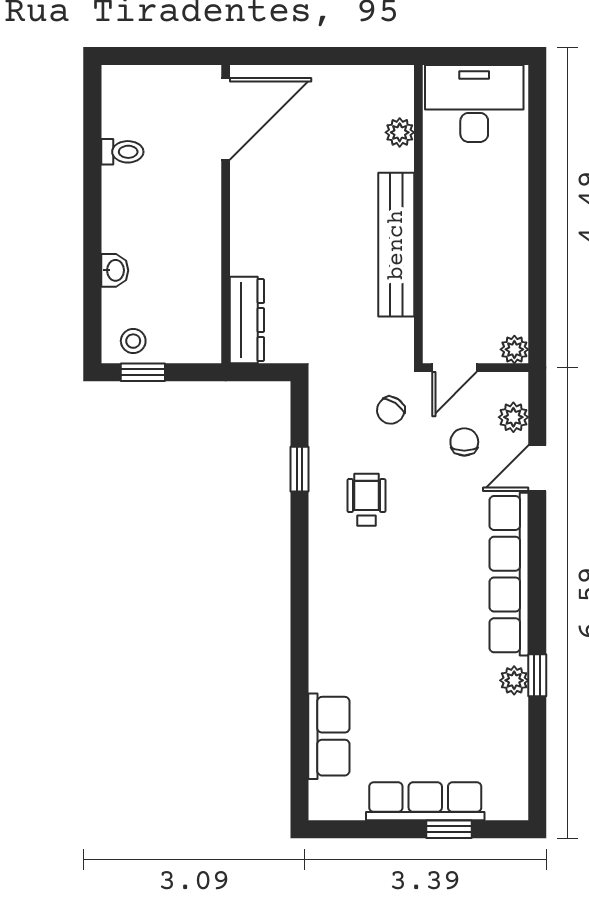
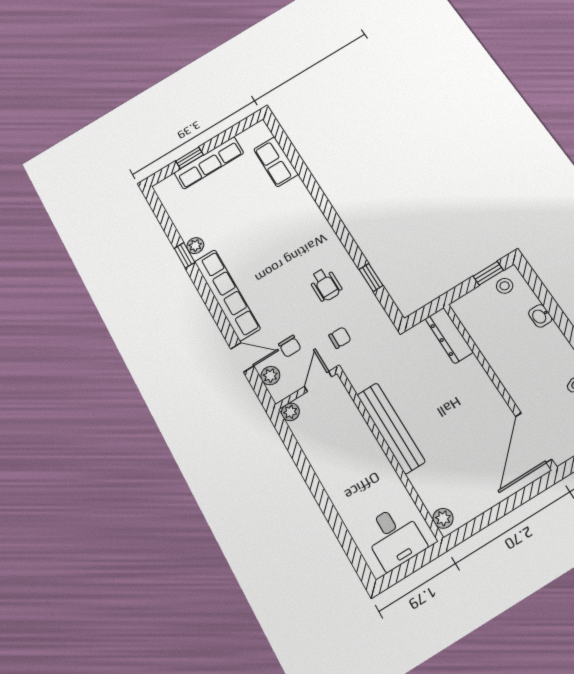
desk: (474, 104) -> (394, 537), width x0.73
plant: (400, 132) -> (443, 518), moved
chair: (391, 410) -> (340, 338), turned 57
door: (537, 468) -> (242, 357), hinge flipped

